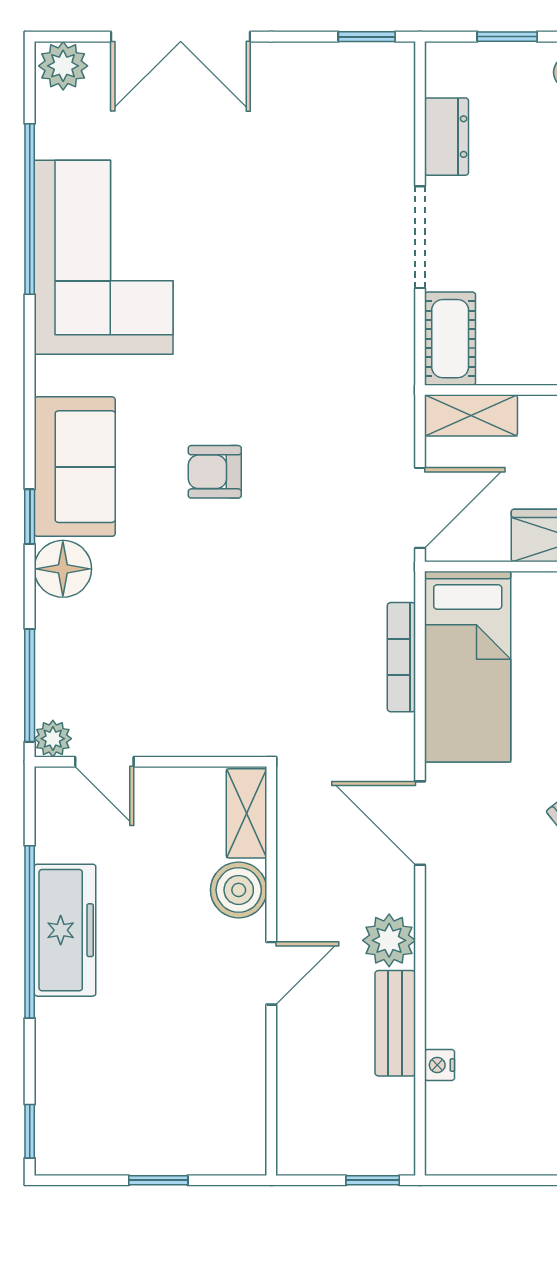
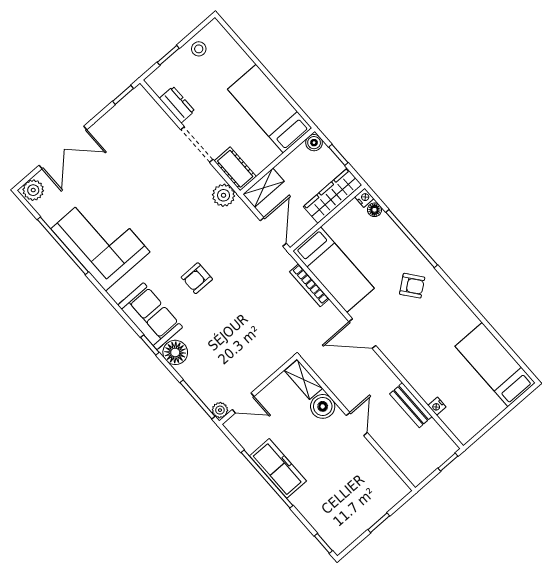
plant: (389, 940) -> (224, 195), moved

